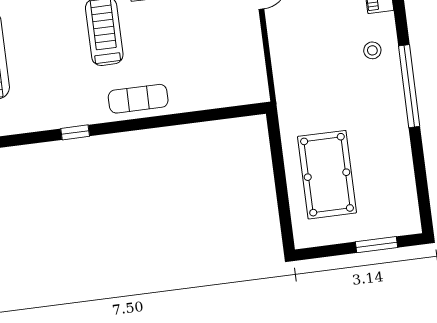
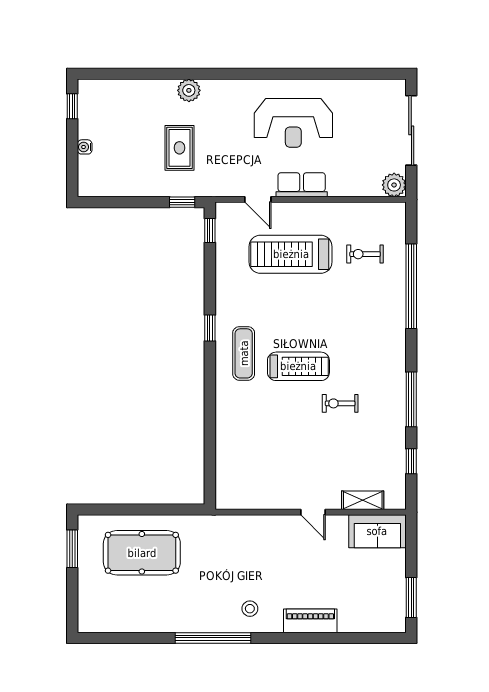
exercise mat: (138, 99) -> (244, 353), moved
window: (377, 245) -> (72, 549), moved

